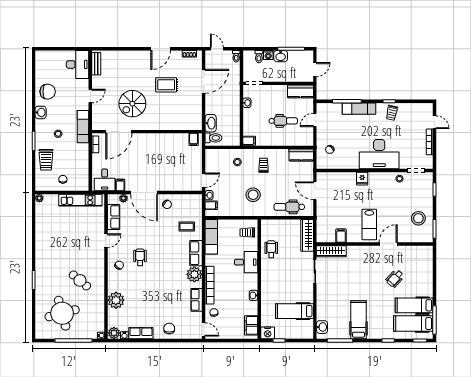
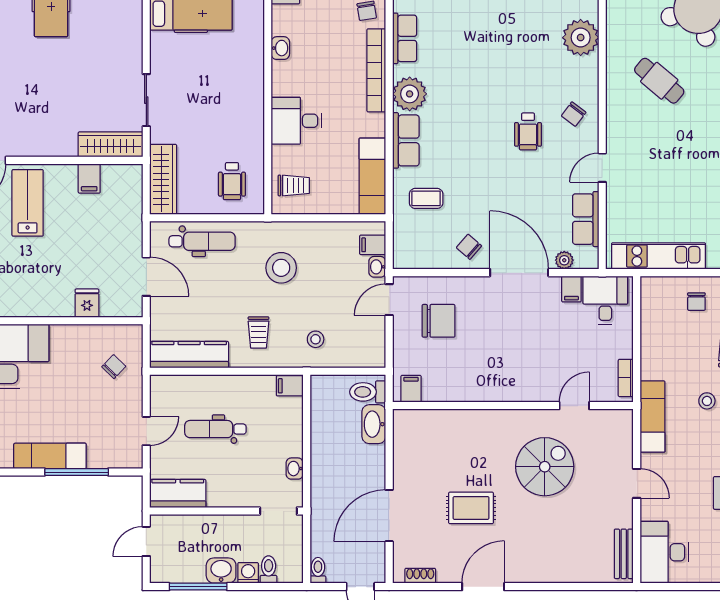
door: (90, 96) -> (637, 483), swing flipped
door: (119, 132) -> (574, 406), width x0.53
kitchen counter: (301, 155) -> (189, 355), width x1.50
chair: (181, 170) -> (439, 321), added
fridge: (362, 179) -> (87, 303), moved
wheelchair: (271, 249) -> (232, 181), moved

